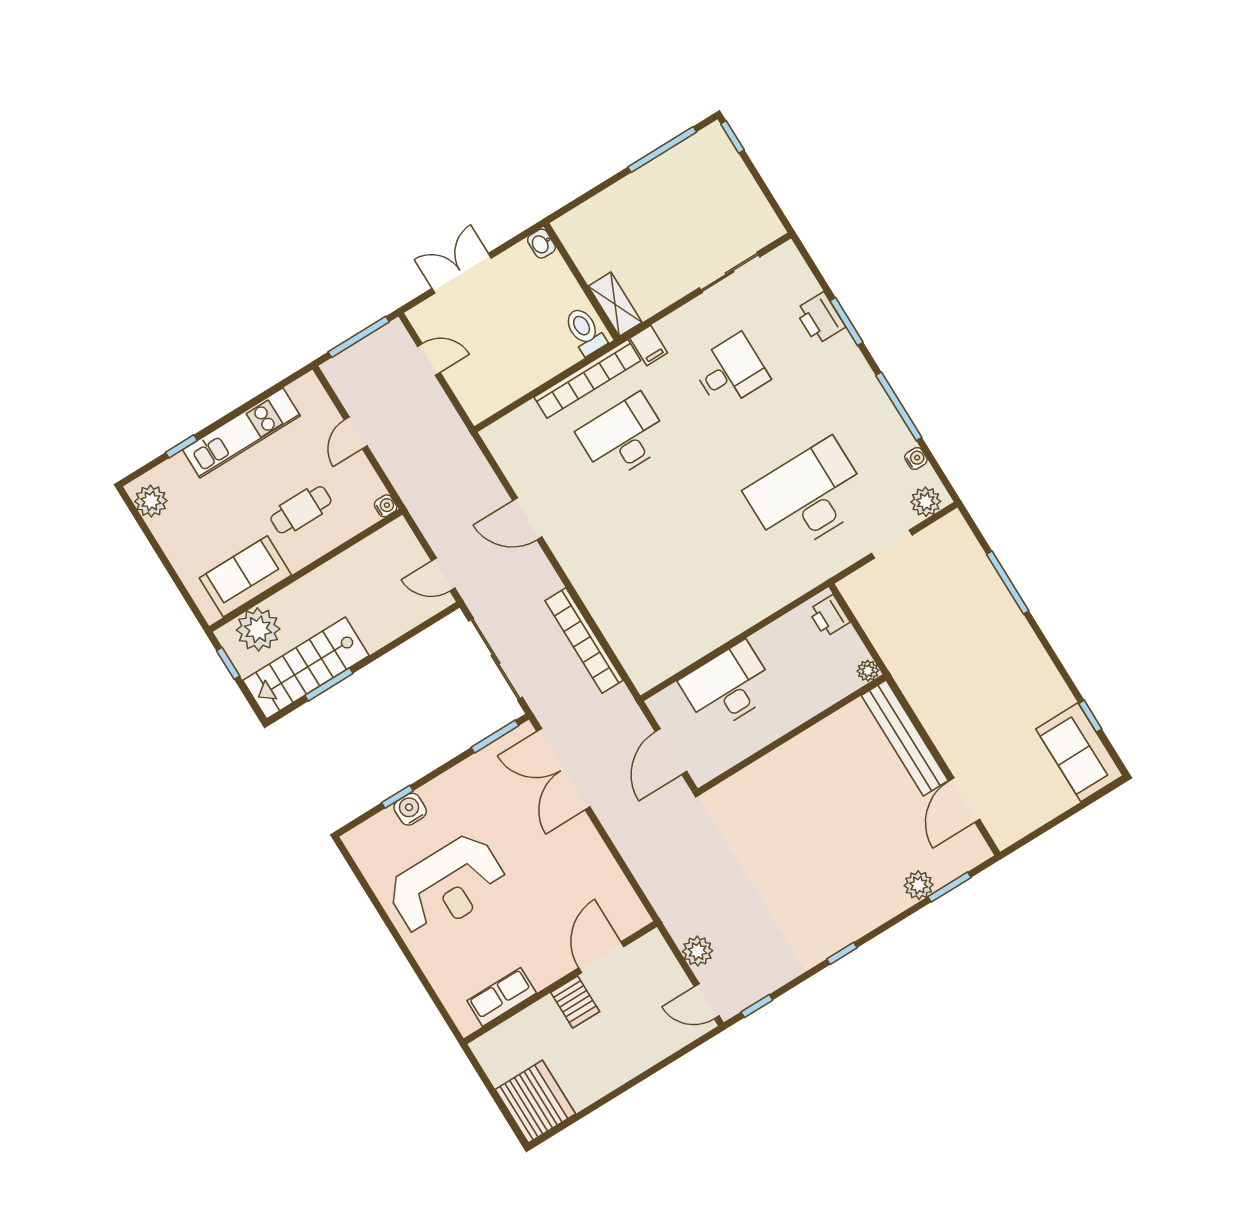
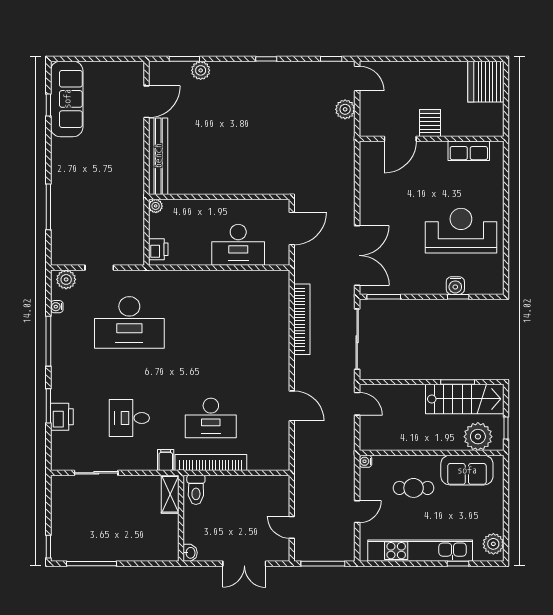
kitchen unit: (241, 433) -> (420, 551), width x1.36
sofa: (1079, 752) -> (67, 99), width x1.36

